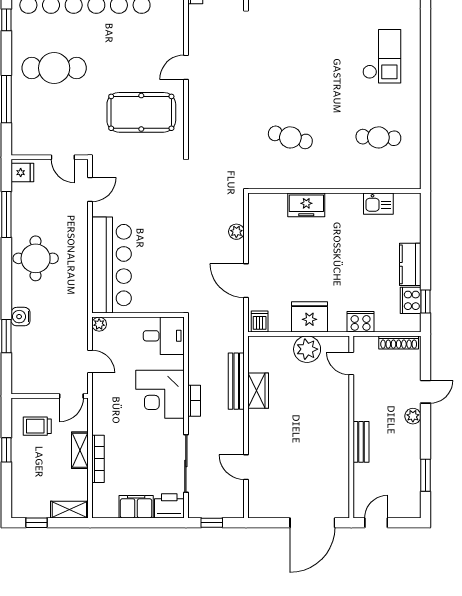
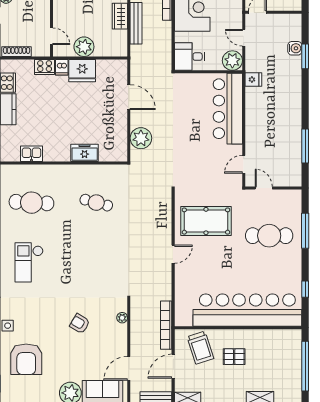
cafe table: (54, 68) -> (269, 236), moved
cafe table: (378, 137) -> (31, 203), width x1.37, depth x1.35
fridge: (22, 173) -> (253, 79), moved, turned 180
plant: (236, 232) -> (141, 138), width x1.87, depth x1.87
round table: (36, 258) -> (284, 114), removed
water cooler: (21, 317) -> (295, 48), moved
dishwasher: (260, 321) -> (62, 67), moved
plant: (99, 324) -> (232, 61), width x1.88, depth x1.88

